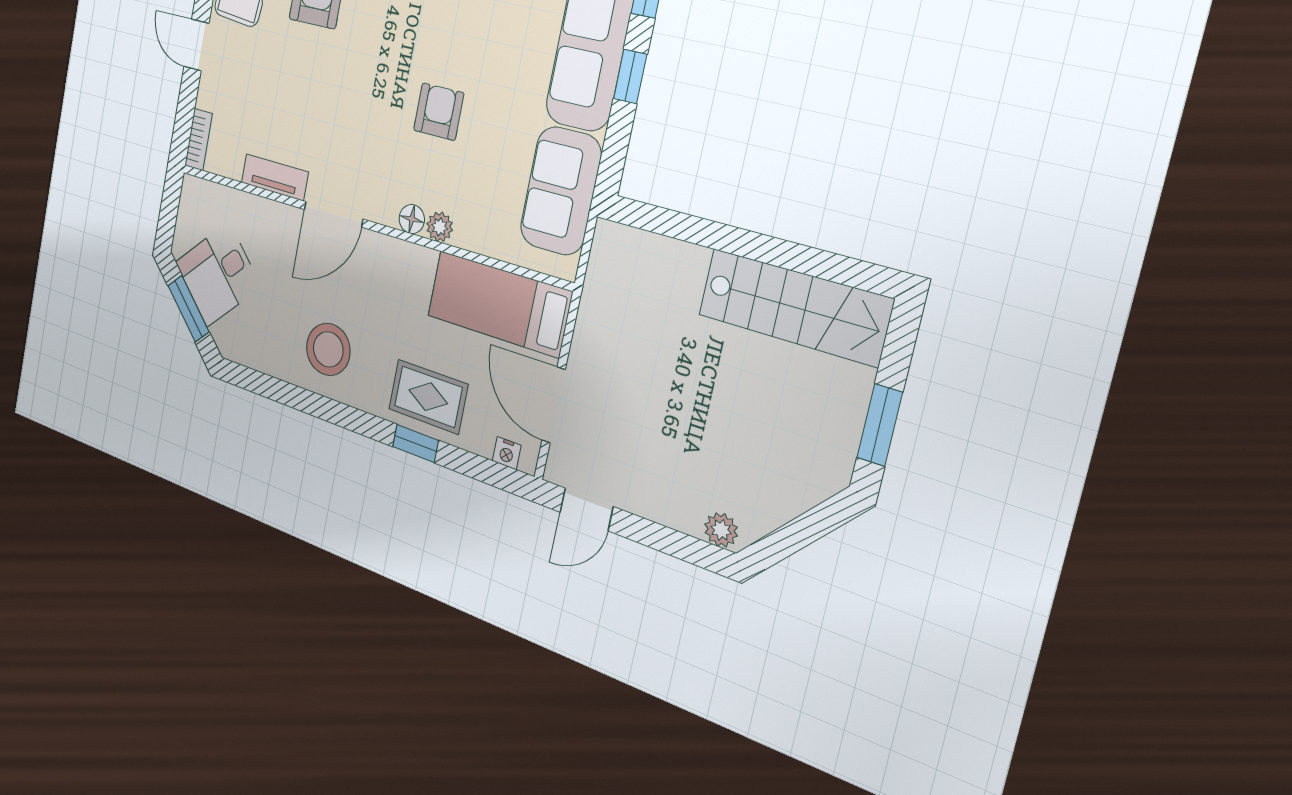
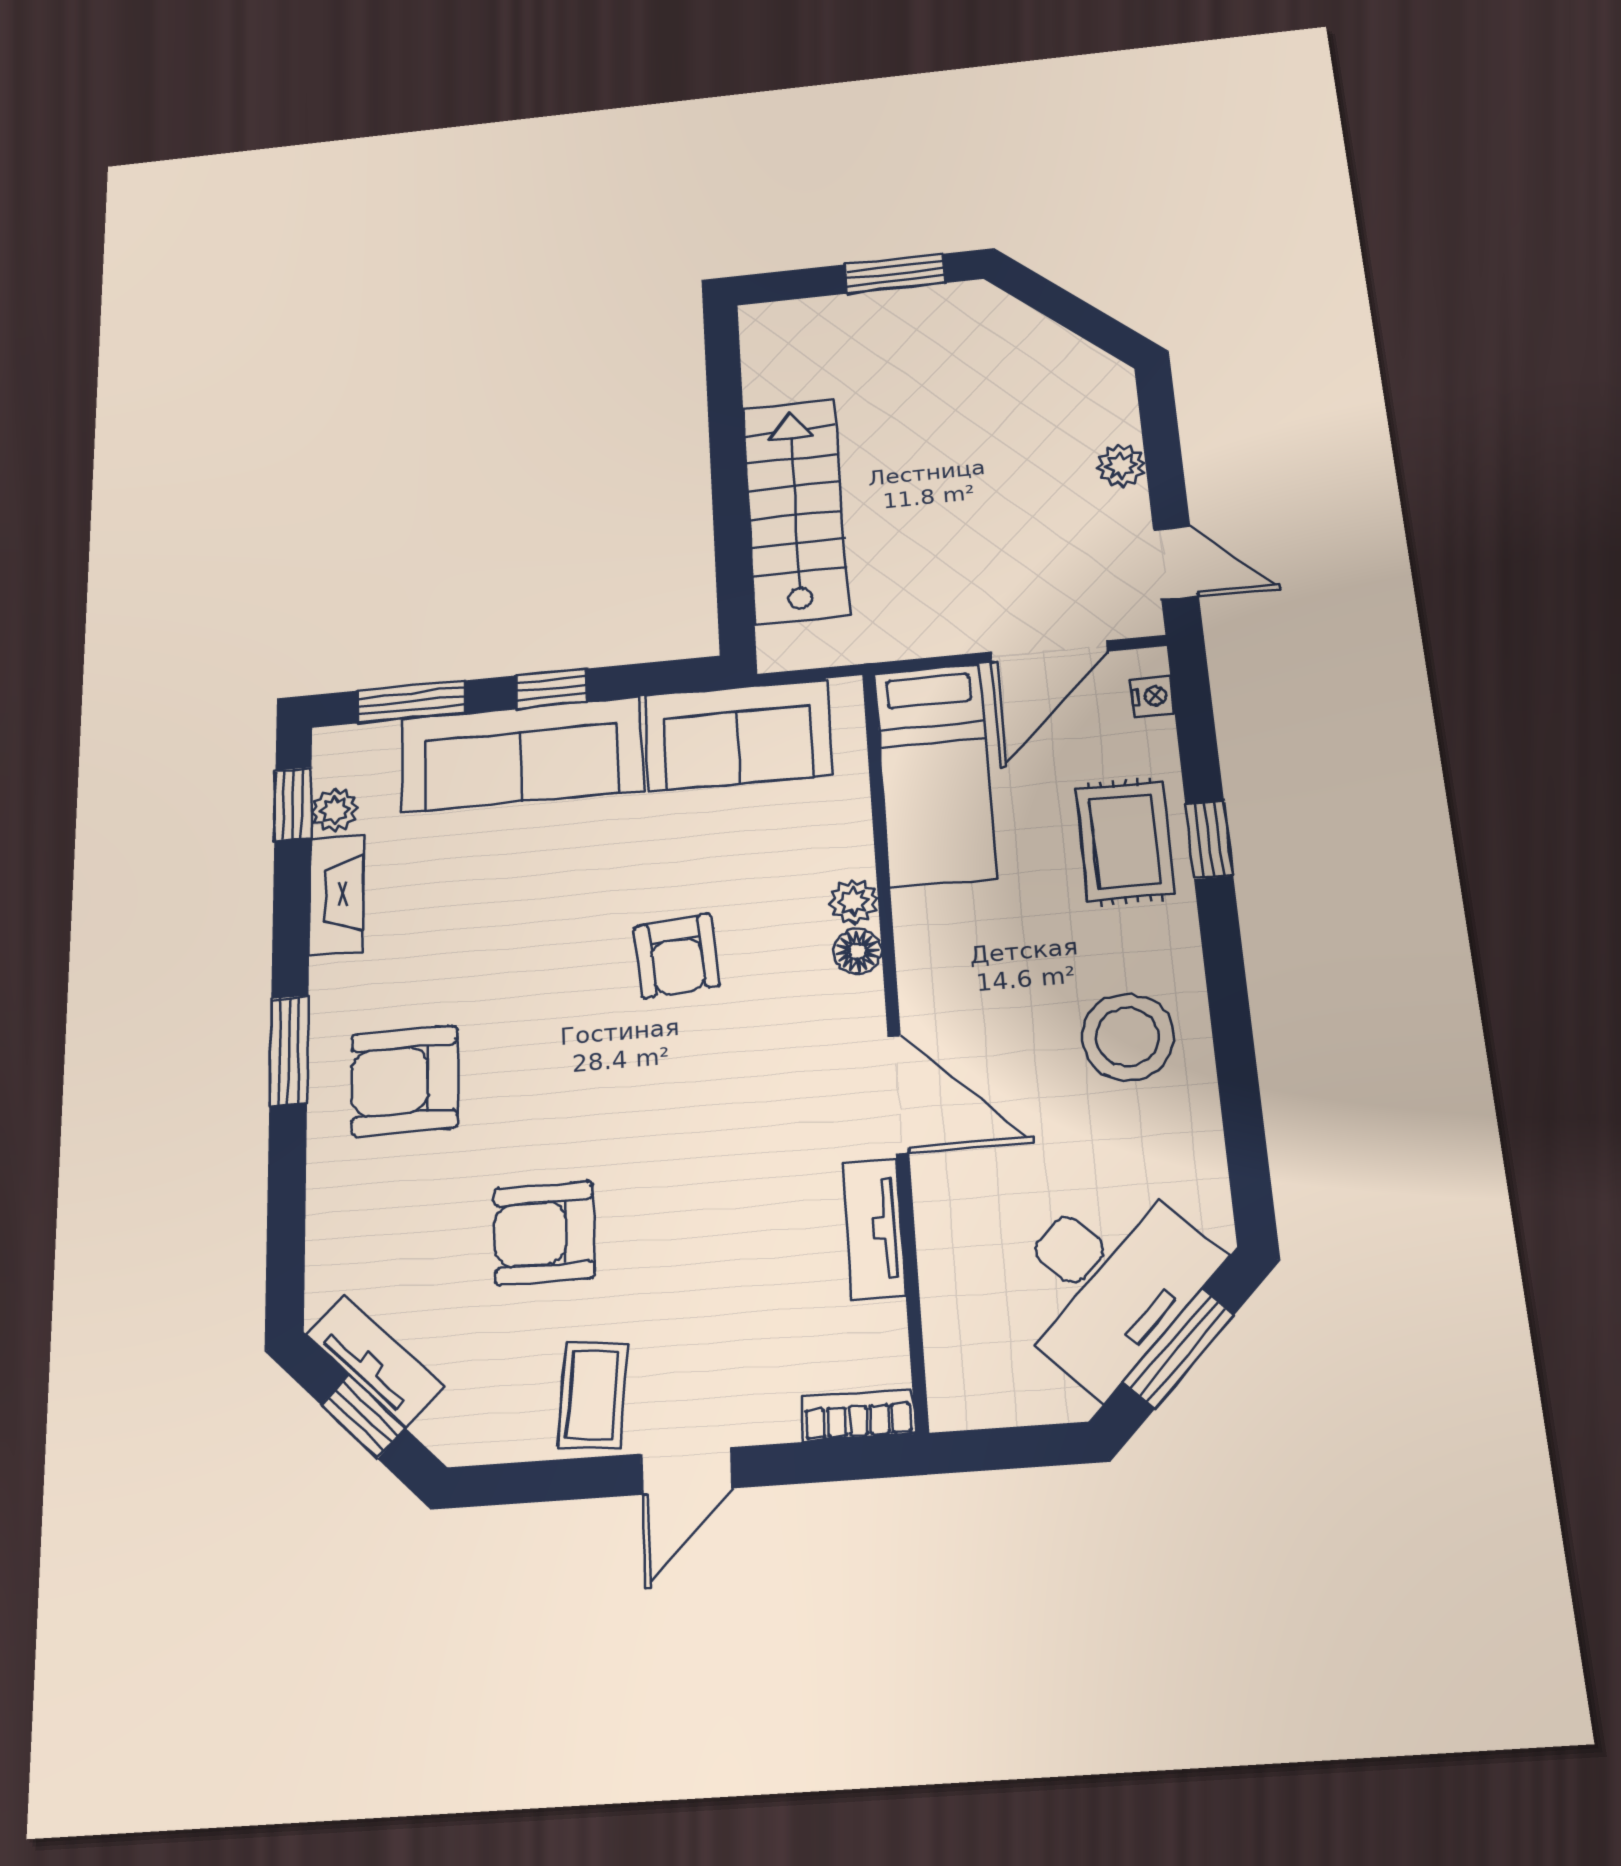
armchair: (439, 112) -> (677, 956), turned -95
desk: (218, 274) -> (1106, 1280), width x1.37
stairs: (794, 307) -> (795, 510), moved
plant: (721, 530) -> (1121, 466), moved

